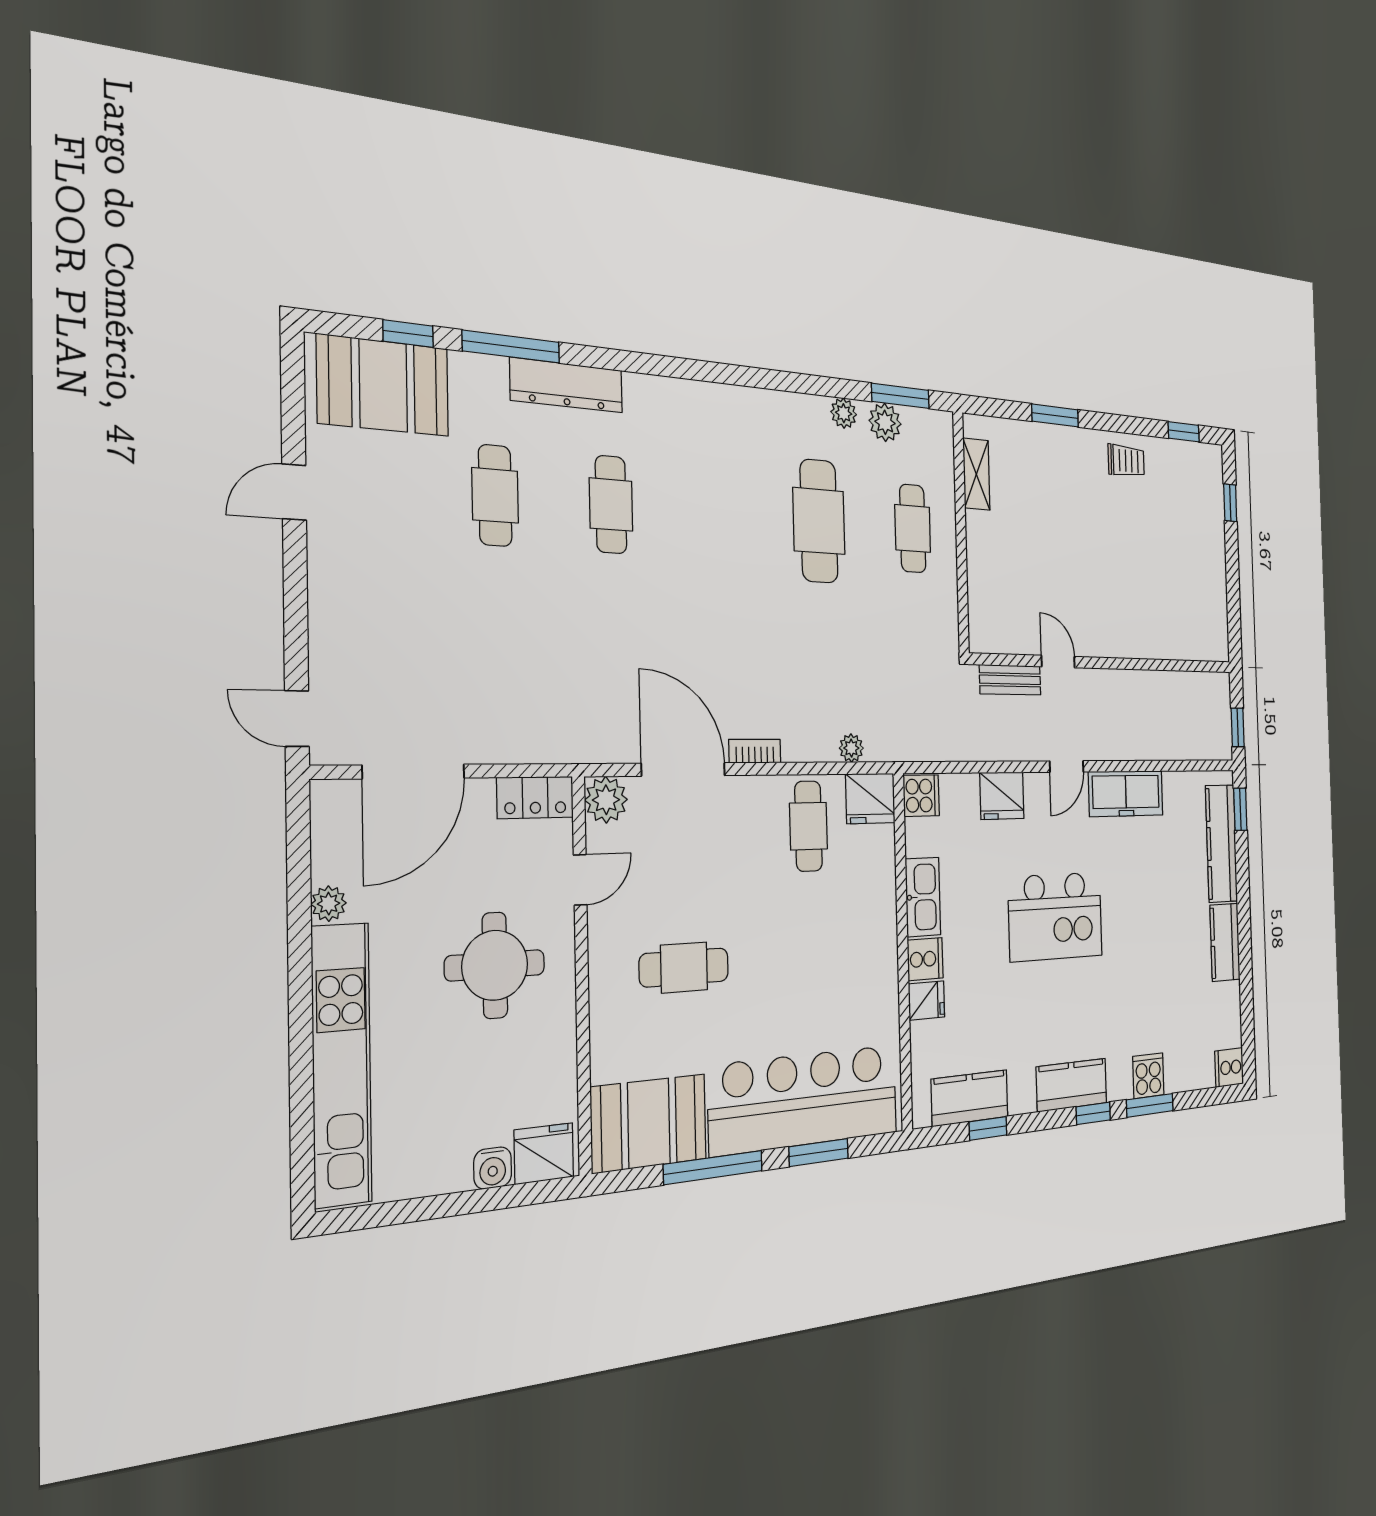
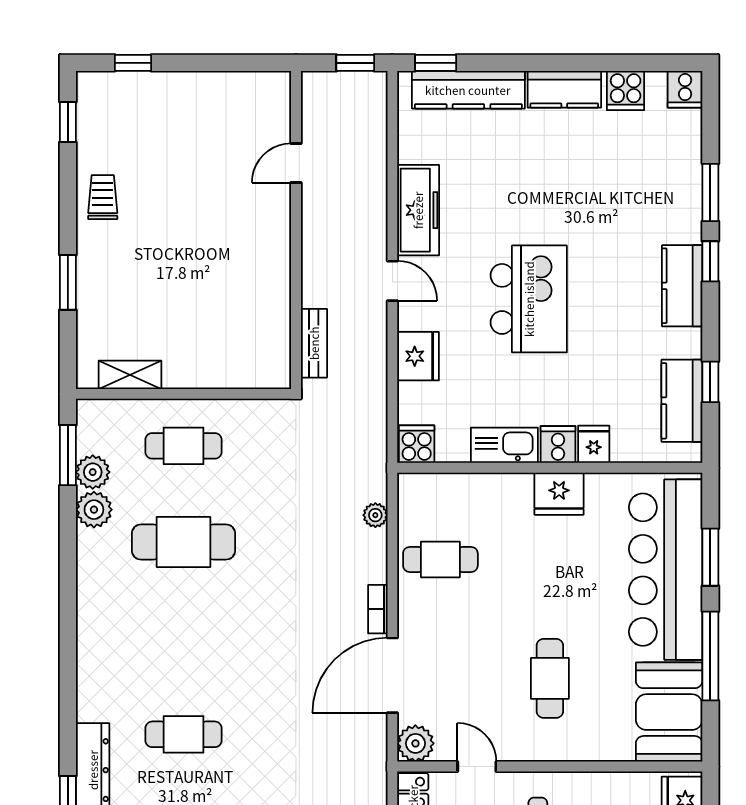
plant: (844, 413) -> (94, 510), width x1.38, depth x1.38
door: (1058, 662) -> (296, 163), moved
fridge: (870, 798) -> (559, 494), moved, turned 90
cooker: (1148, 1076) -> (626, 91), moved, turned -90

